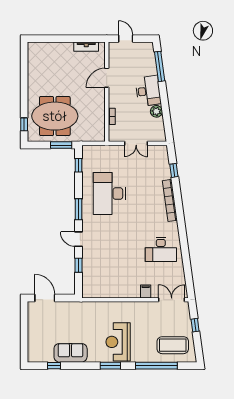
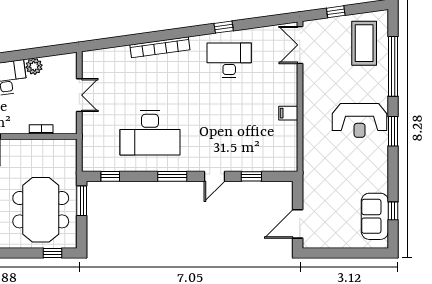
window: (174, 170) -> (224, 27), moved
desk: (161, 250) -> (229, 60), turned -90
filing cabinet: (146, 291) -> (288, 113), moved
sofa: (71, 353) -> (375, 216), moved

